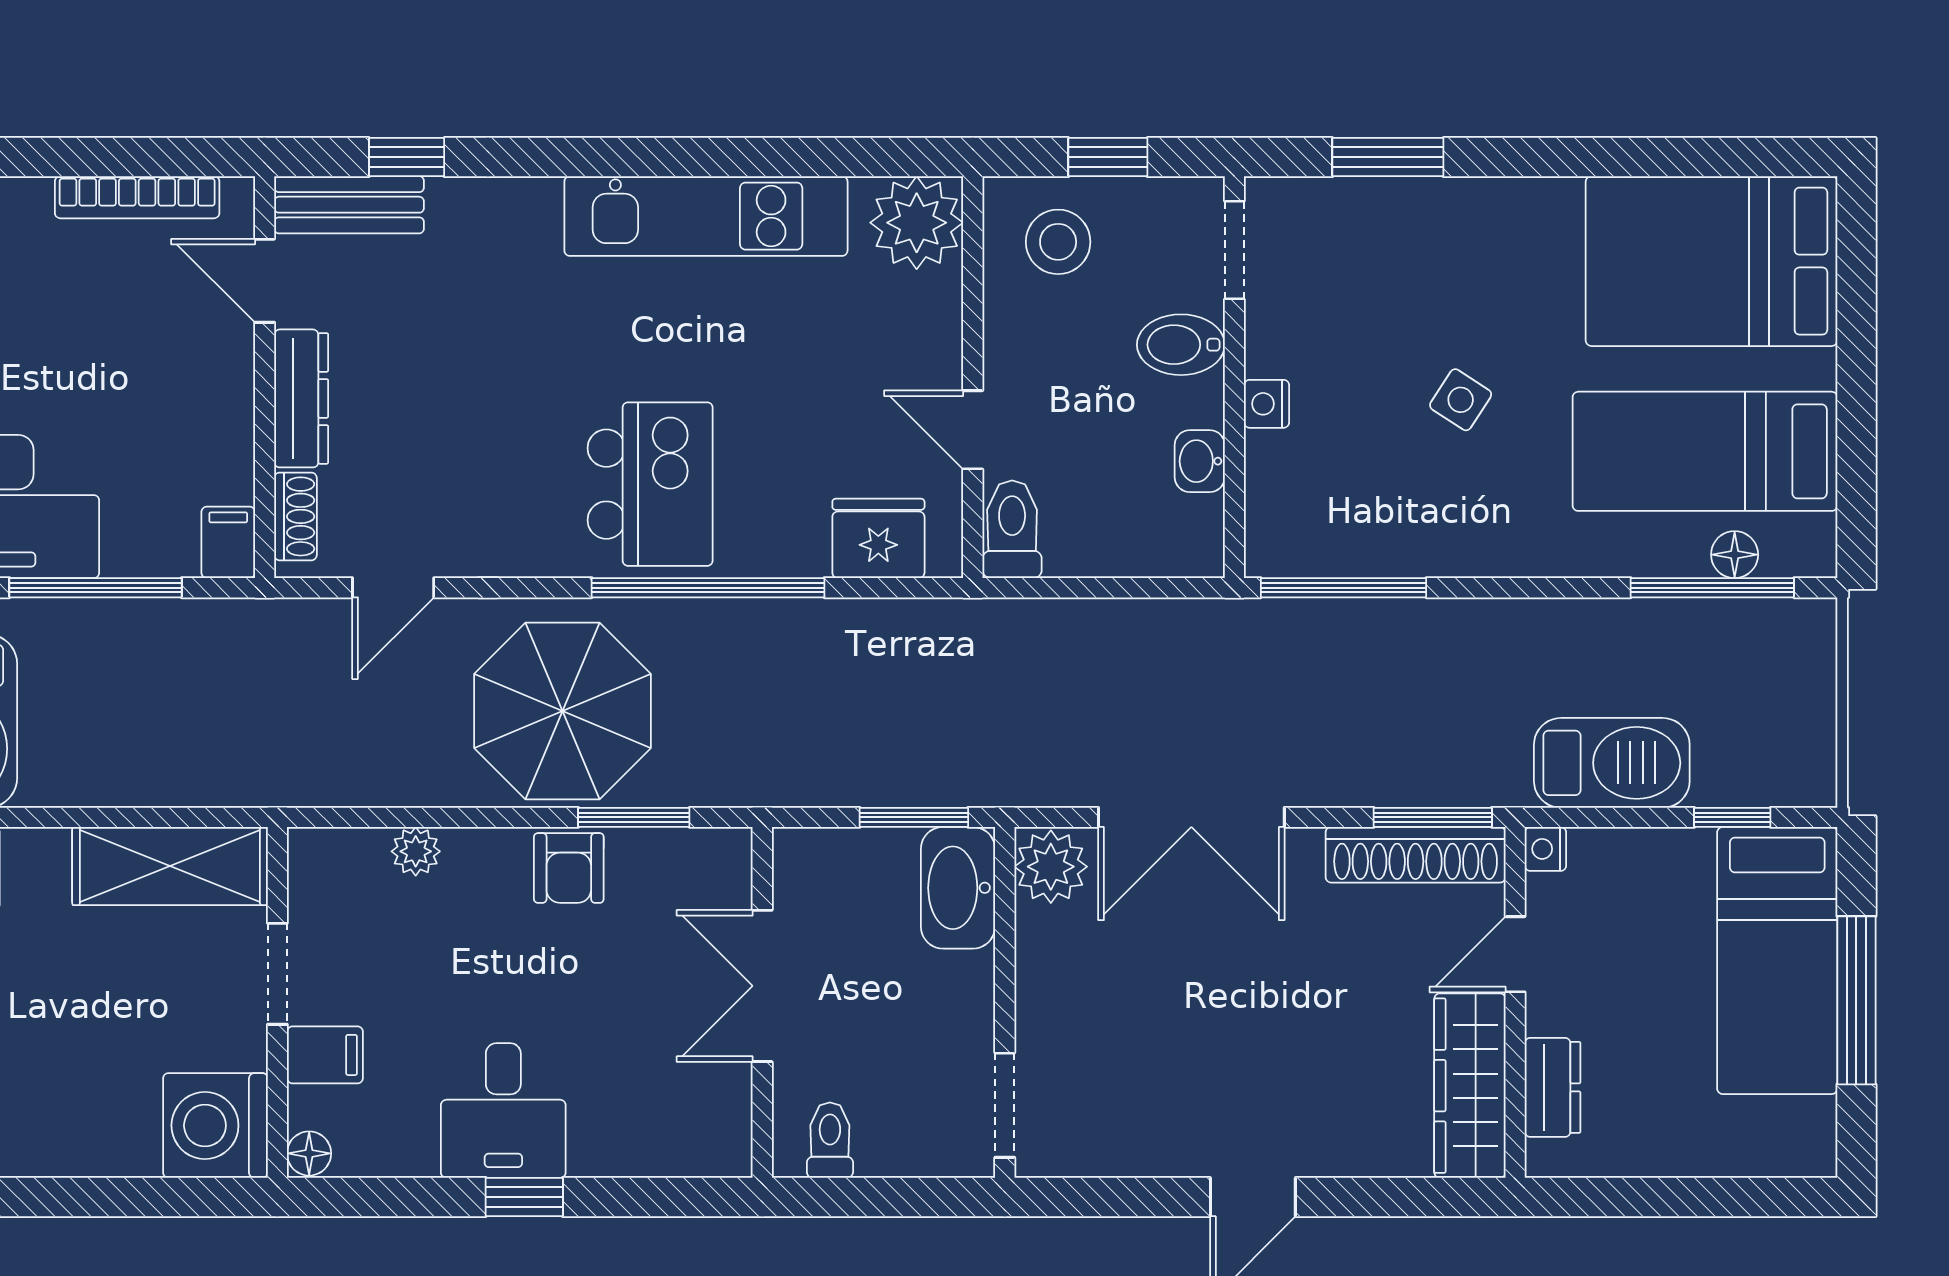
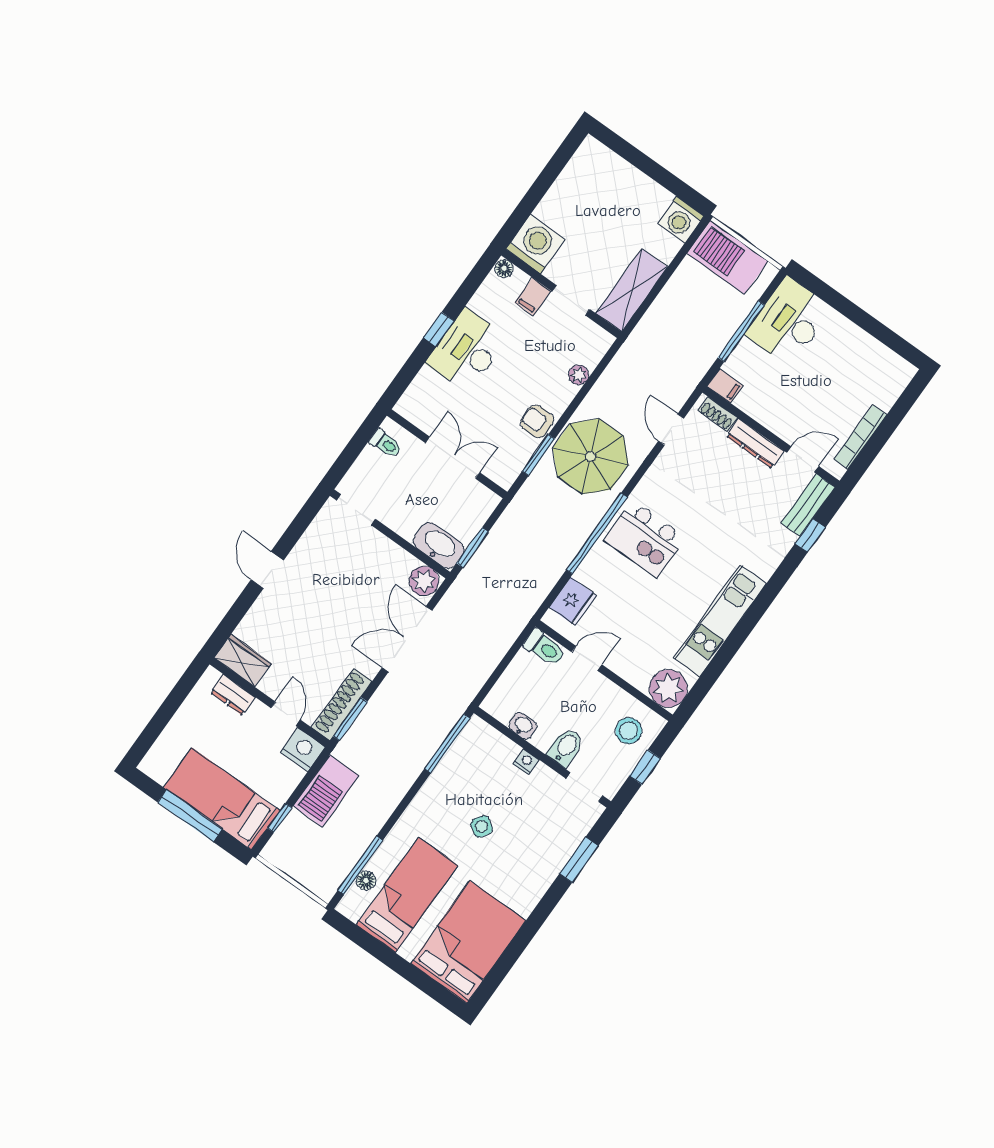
nightstand: (1545, 849) -> (303, 750), width x1.89, depth x1.79
wardrobe: (1470, 1086) -> (243, 661), width x0.67
desk: (503, 1111) -> (467, 350), width x1.37

